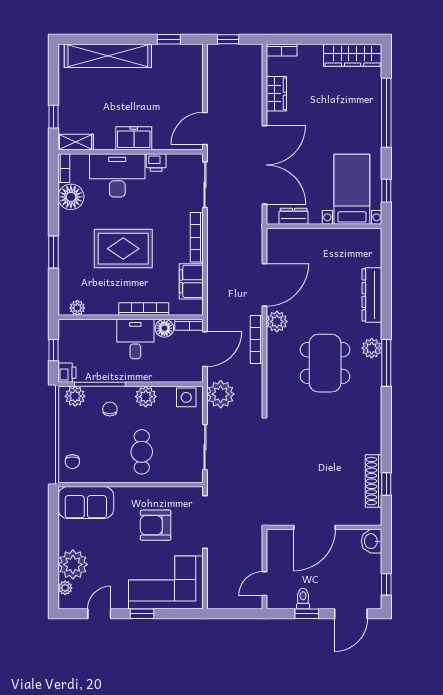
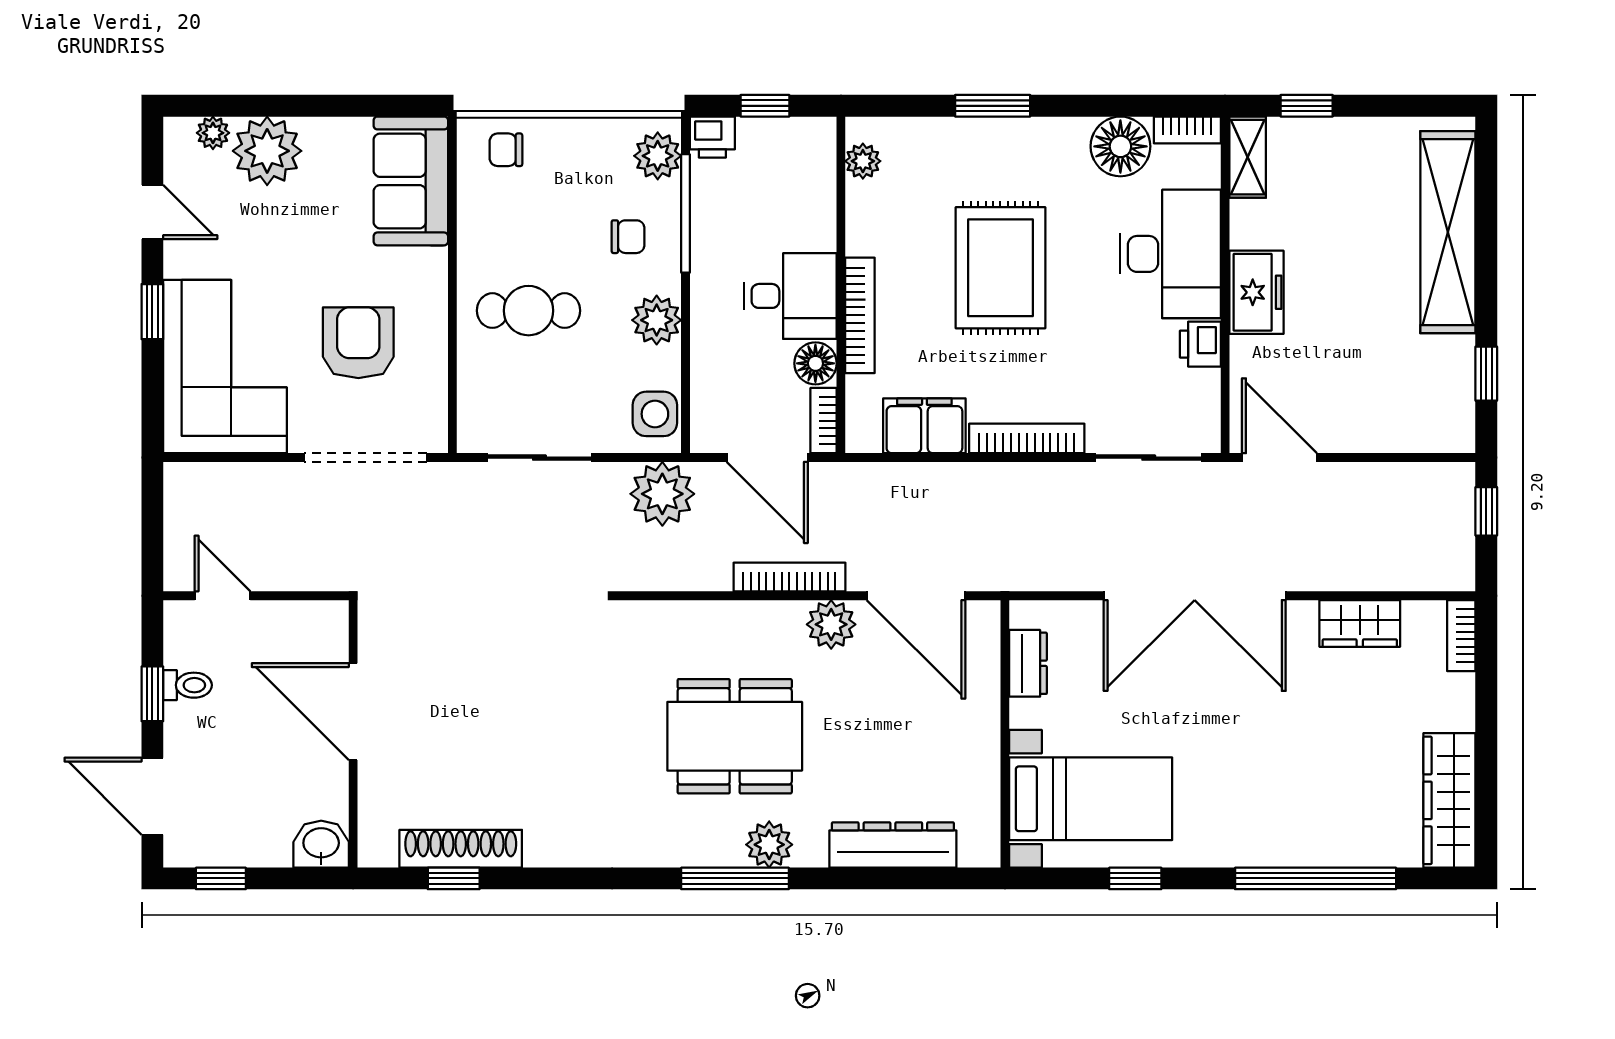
bed with nightstands: (352, 189) -> (1091, 799), moved
dresser: (294, 216) -> (1028, 663), moved
wall: (324, 226) -> (1005, 734), moved

